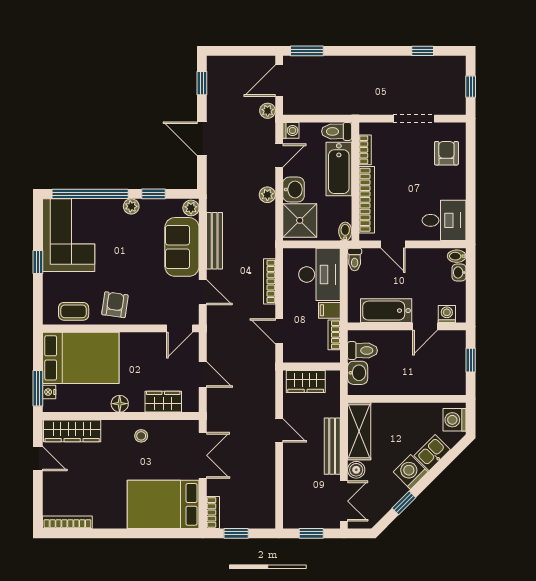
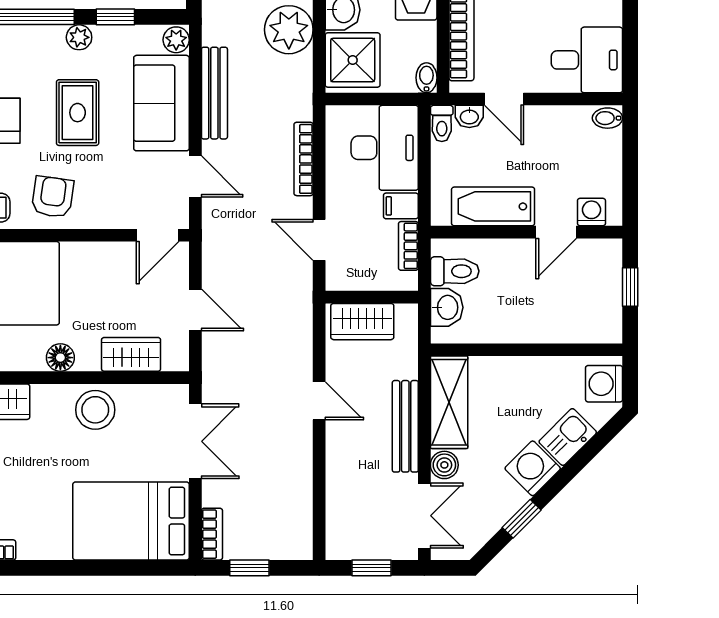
plant: (267, 195) -> (289, 30), width x1.88, depth x1.88
rug: (130, 253) -> (78, 113), added
washbasin: (459, 272) -> (469, 116), moved, turned -90
stool: (141, 436) -> (95, 410), width x1.89, depth x1.89

